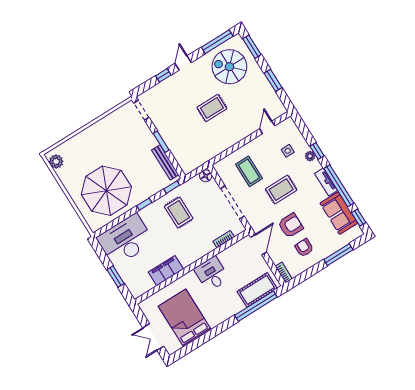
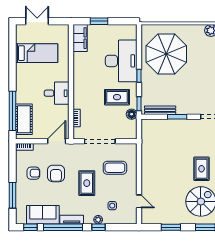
rug: (212, 108) -> (201, 169), moved
floor lamp: (206, 176) -> (132, 114), moved
desk: (125, 240) -> (121, 61), moved
door: (259, 245) -> (57, 141), swing flipped
filing cabinet: (166, 271) -> (80, 38), moved
bed: (185, 318) -> (37, 53), width x0.67

